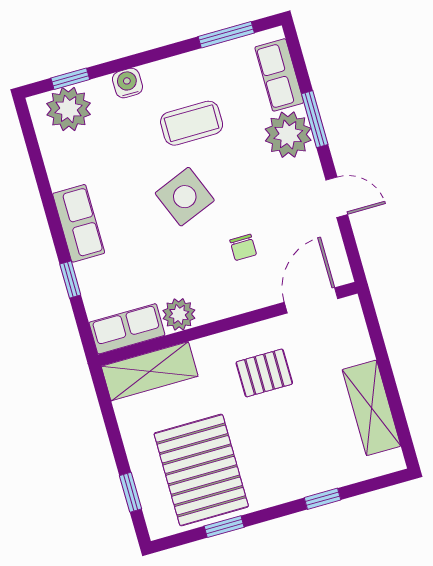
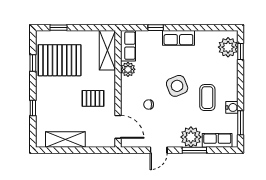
water cooler: (127, 83) -> (232, 107), moved
pallet: (264, 373) -> (93, 98), turned 90

